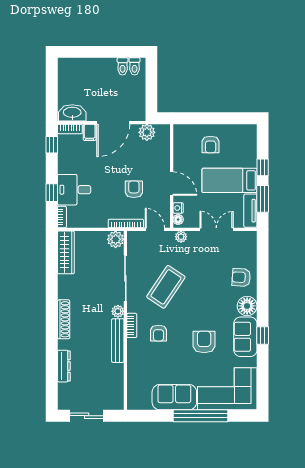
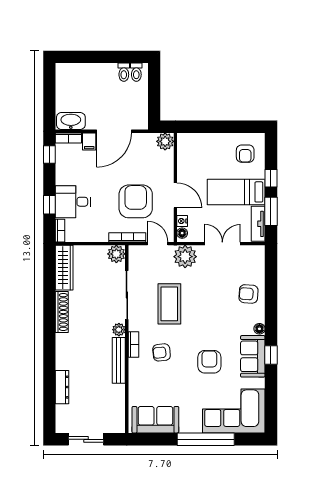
plant: (147, 132) -> (165, 141), moved
armchair: (211, 145) -> (245, 154), moved
armchair: (134, 189) -> (136, 201), width x1.88, depth x1.88
plant: (181, 237) -> (185, 257), width x1.87, depth x1.87
coffee table: (166, 287) -> (169, 304), turned -34
floor lamp: (247, 306) -> (259, 329), width x0.53, depth x0.53
shoe rack: (64, 319) -> (62, 312), moved
armchair: (159, 333) -> (162, 352), turned 84
sofa: (174, 397) -> (155, 420), moved

